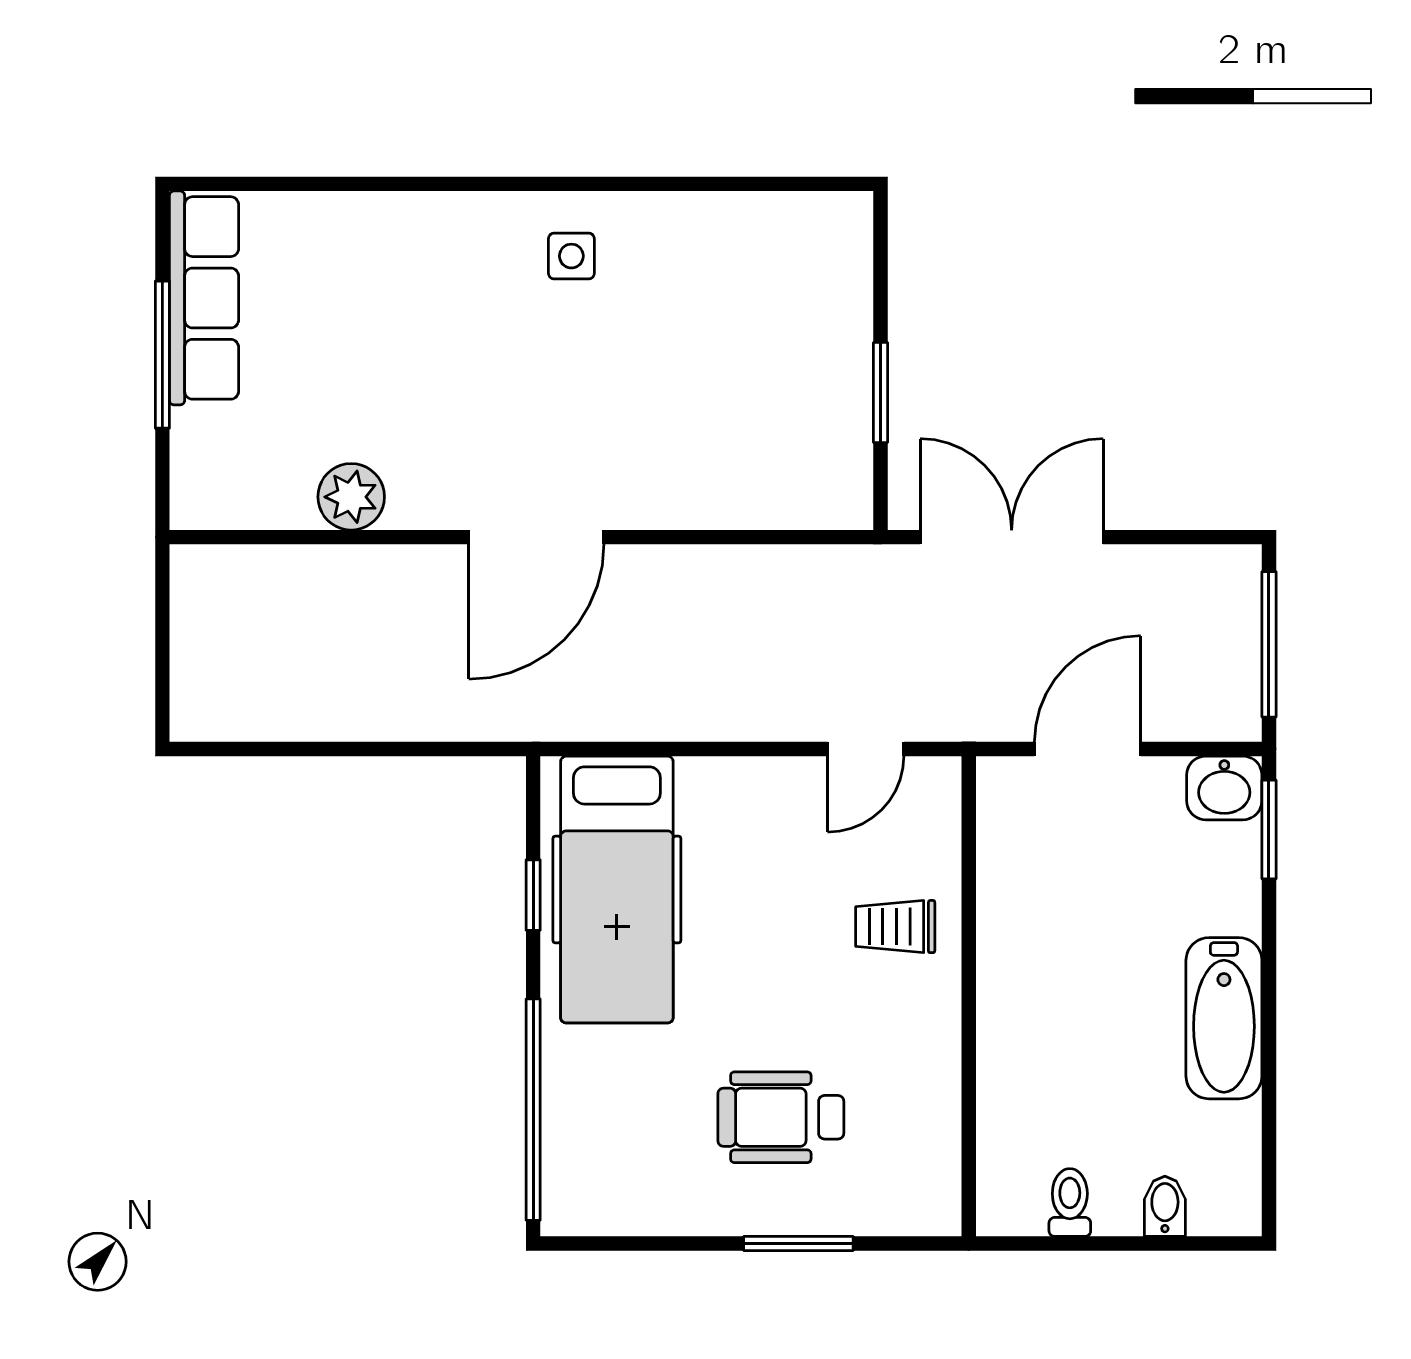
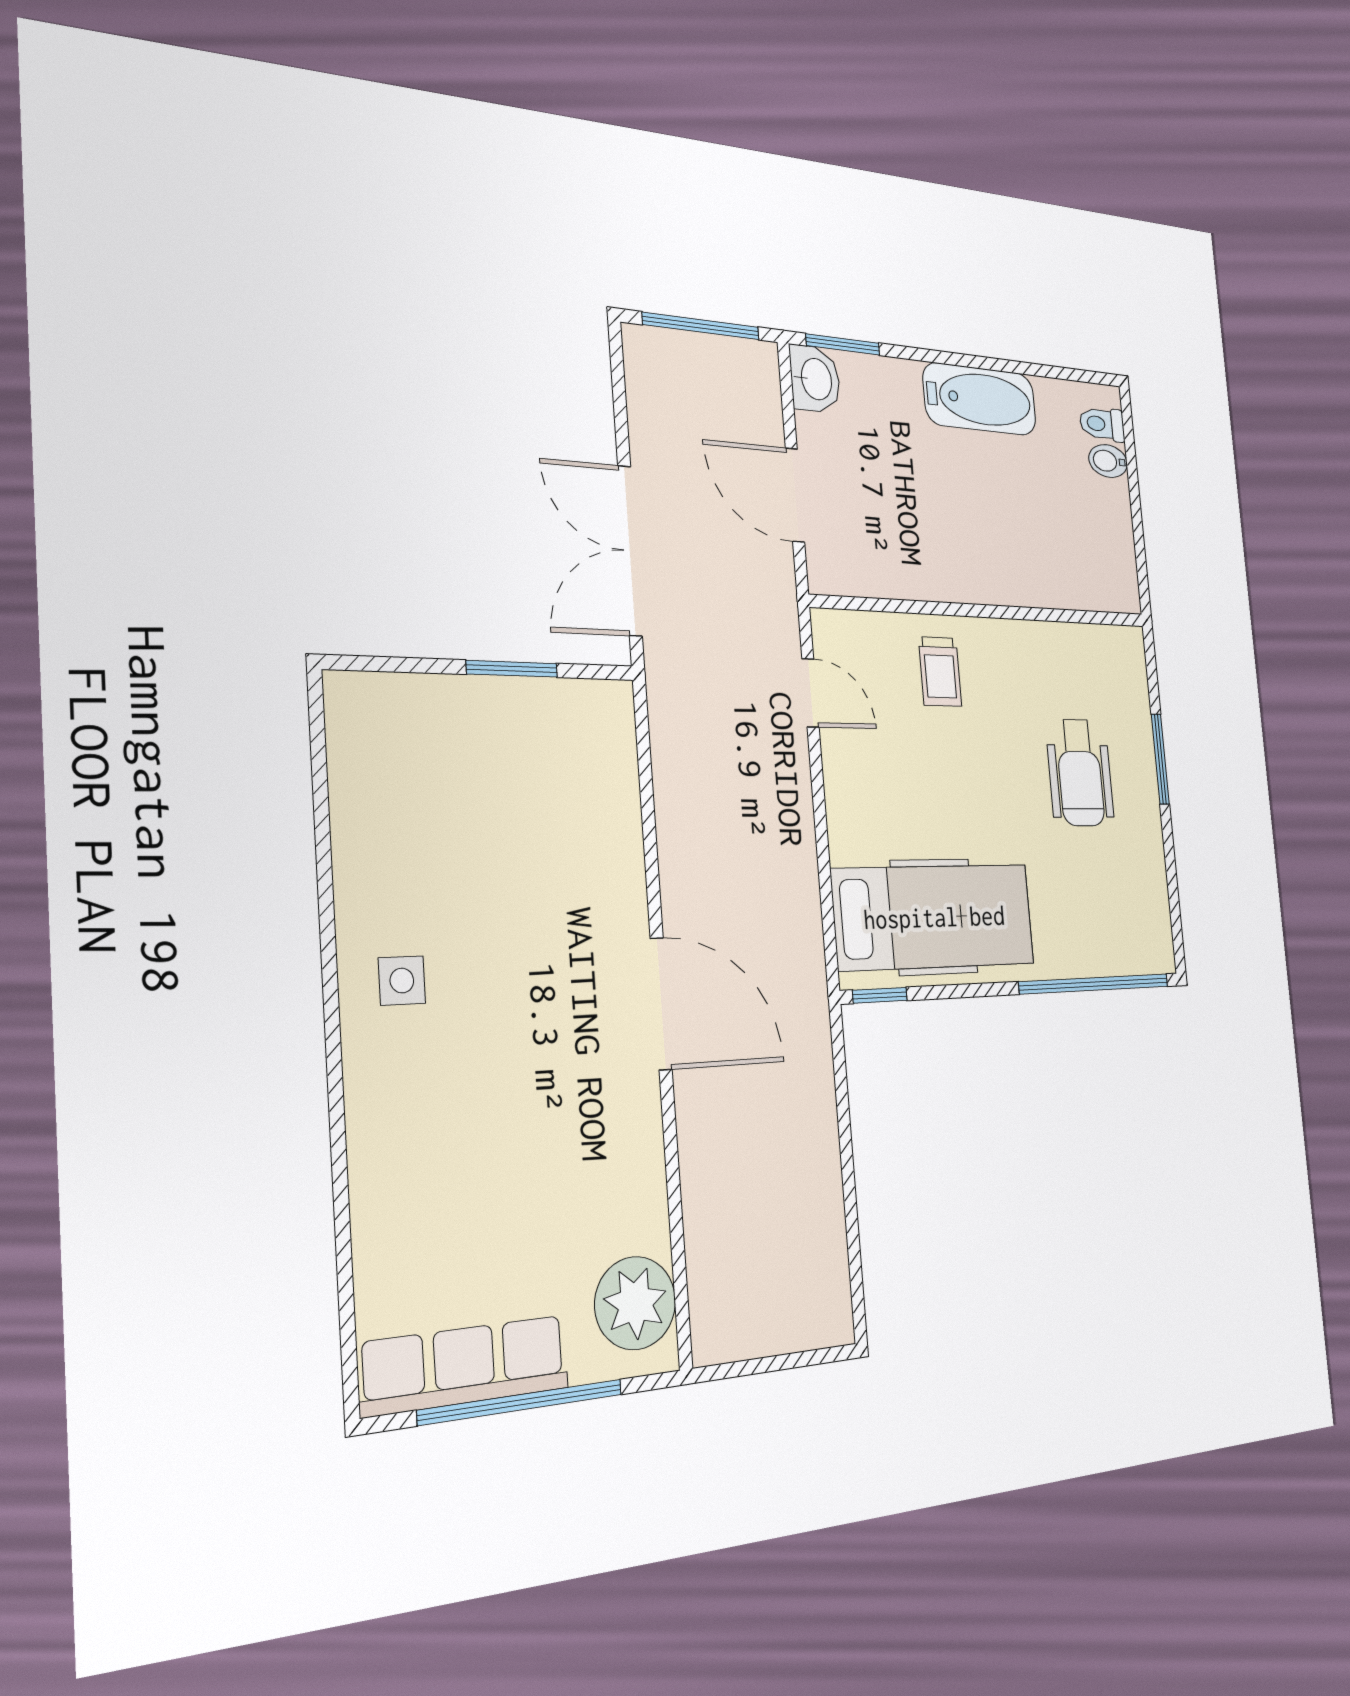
window: (162, 355) -> (521, 1402), width x1.46
plant: (351, 497) -> (635, 1303), moved, width x1.36, depth x1.36
window: (533, 895) -> (880, 995), moved
toilet: (1070, 1202) -> (1102, 424), moved

